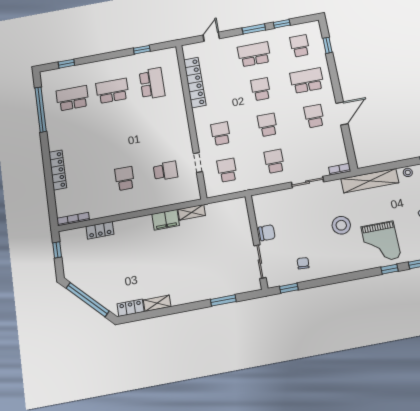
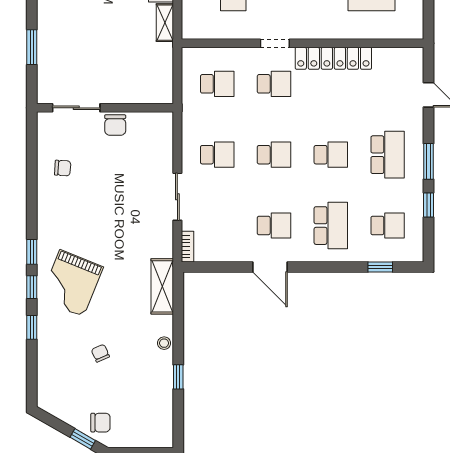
locker: (195, 82) -> (333, 58), moved
doorway: (198, 162) -> (275, 43), moved
shelving: (370, 181) -> (162, 286), width x0.68
stool: (341, 225) -> (106, 232), removed
grand piano: (381, 242) -> (72, 283), turned -68
window: (289, 288) -> (32, 252), moved

